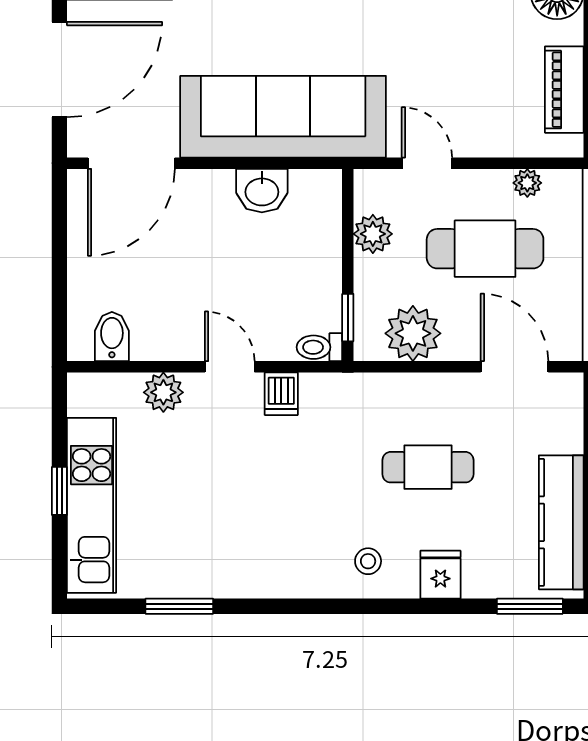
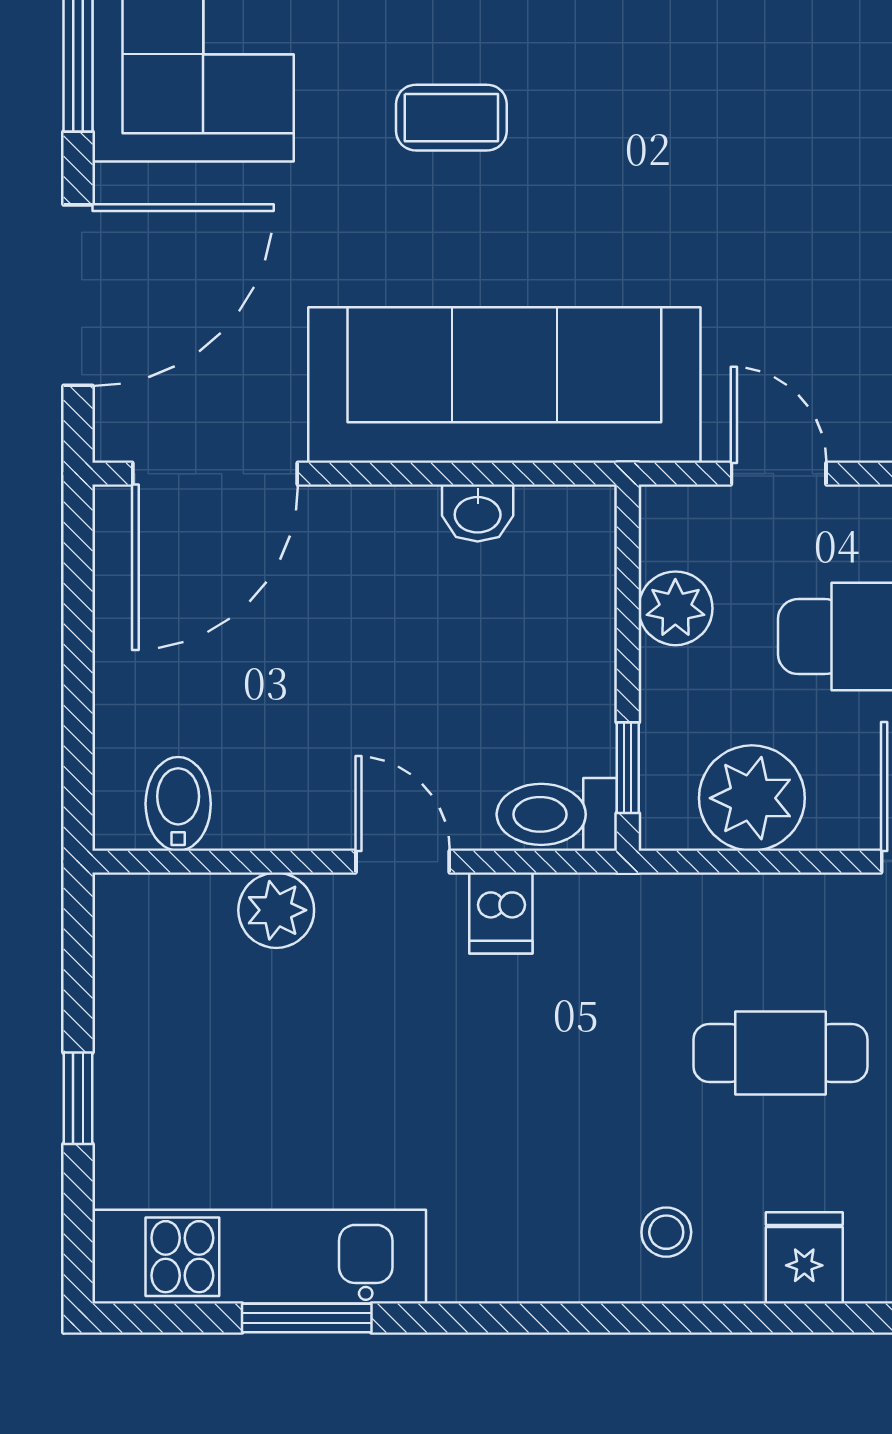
washbasin: (262, 191) -> (478, 513), width x0.72, depth x0.69
toilet: (319, 347) -> (557, 814), width x1.37, depth x1.39
kitchen unit: (92, 505) -> (259, 1257), moved, turned -90

